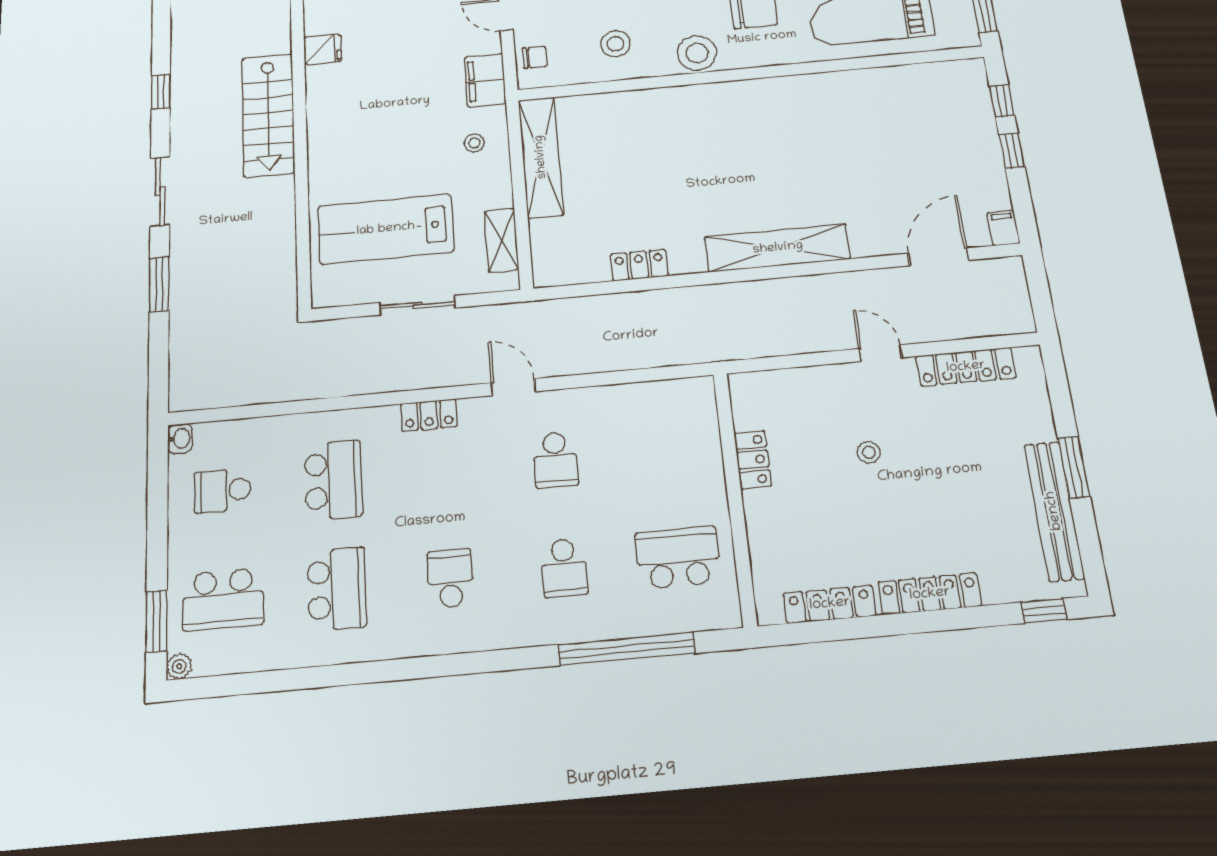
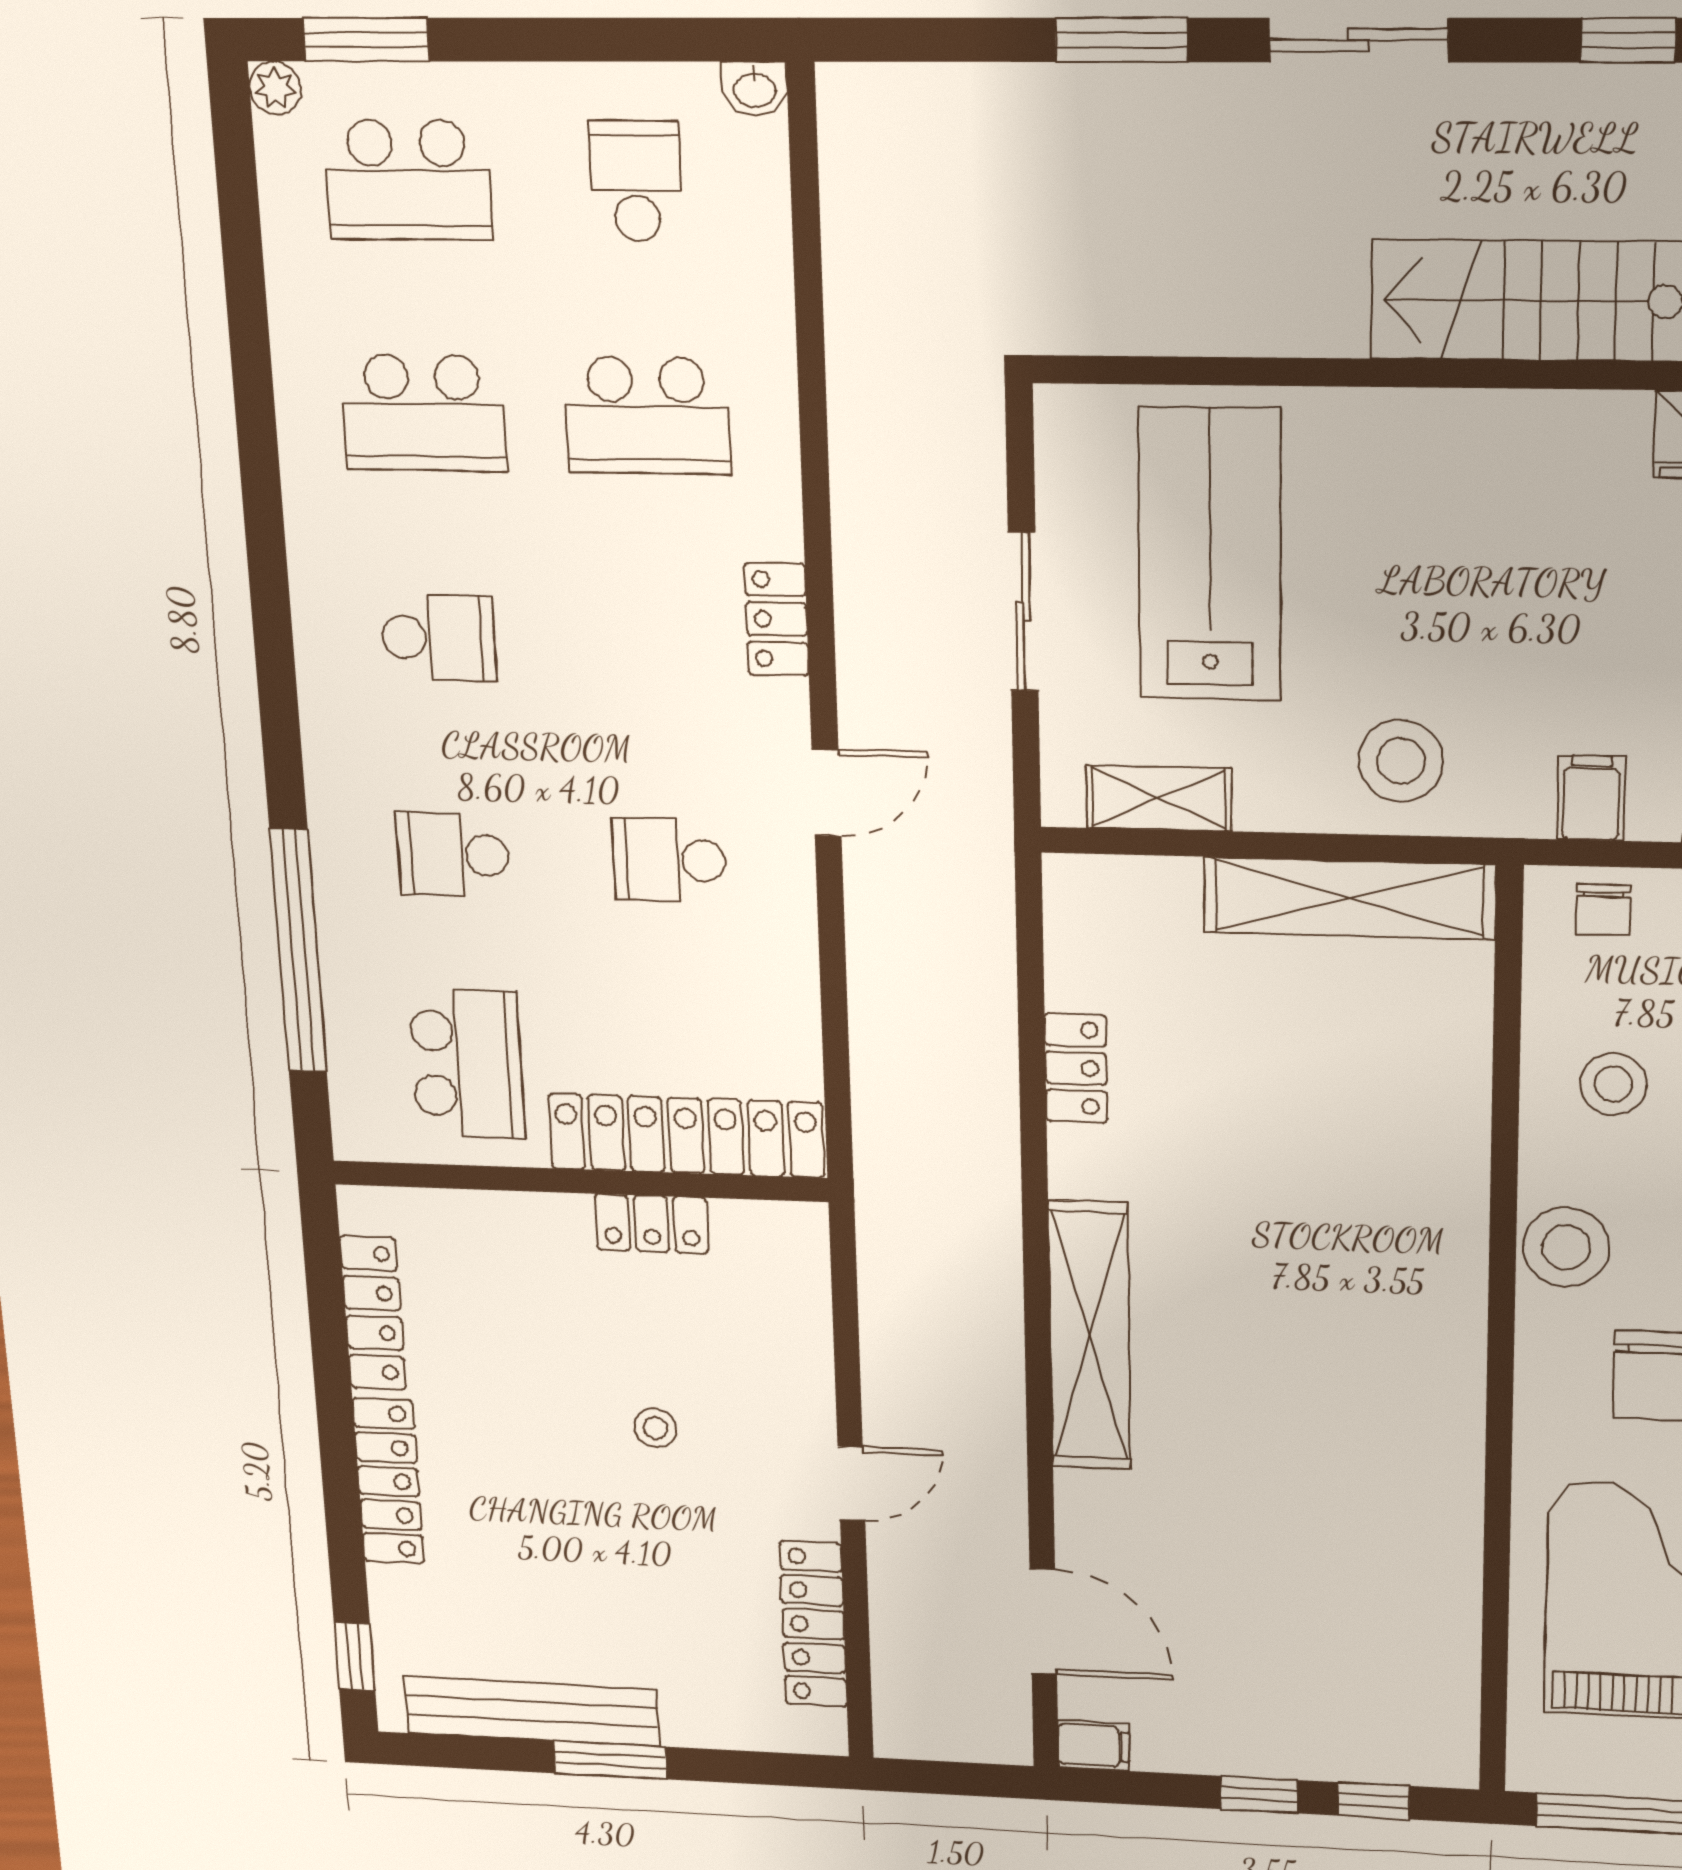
filing cabinet: (485, 80) -> (1591, 798), width x0.50
stool: (474, 143) -> (1401, 761), width x1.89, depth x1.89
locker: (701, 445) -> (686, 1136), added
school desk: (223, 599) -> (408, 180), turned -90

